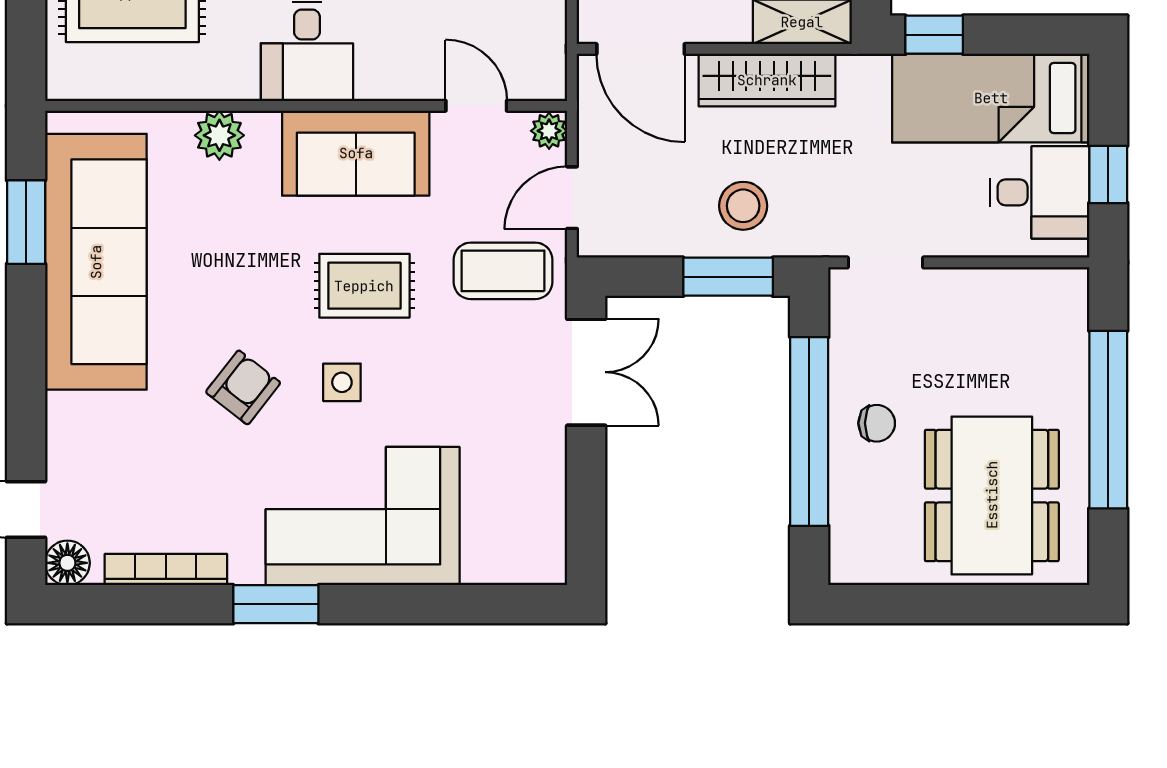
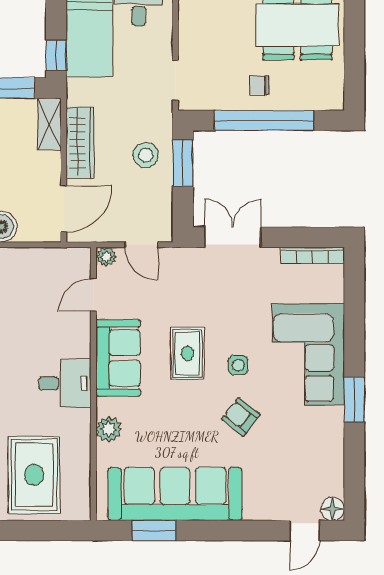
coffee table: (503, 271) -> (180, 281), removed
chair: (877, 423) -> (260, 85), turned -90
bookcase: (166, 570) -> (312, 255), moved, turned -90

